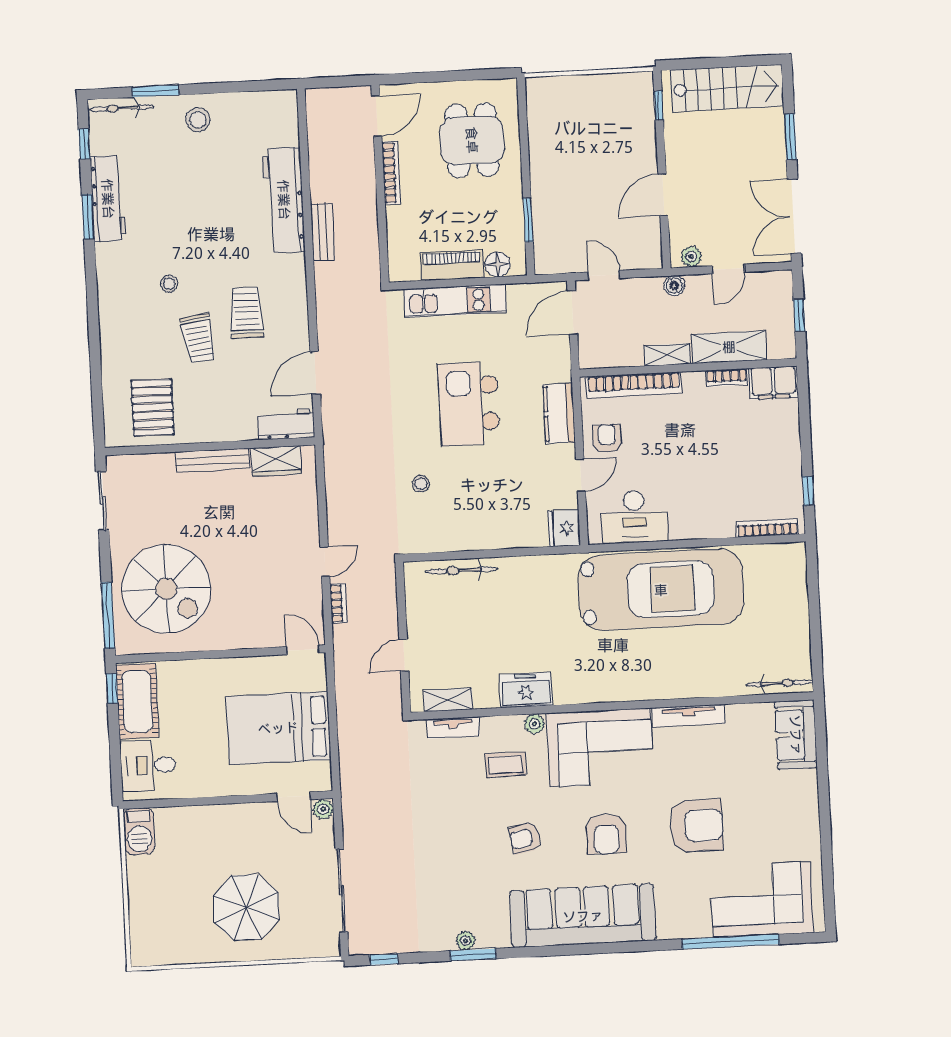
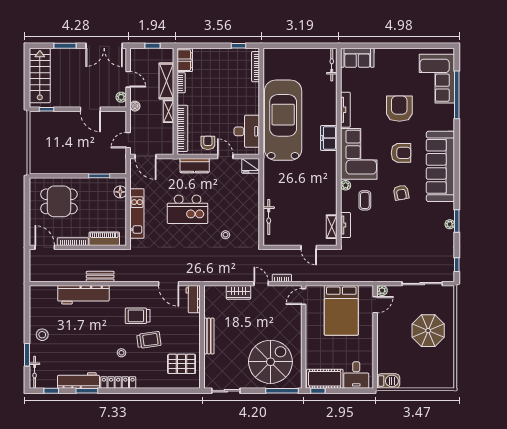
piano: (452, 265) -> (104, 239), moved, turned 90
locker: (108, 280) -> (118, 382), added
armchair: (607, 438) -> (208, 143), turned 90
wardrobe: (276, 461) -> (239, 292), moved, turned 90
freezer: (526, 690) -> (329, 138), moved

